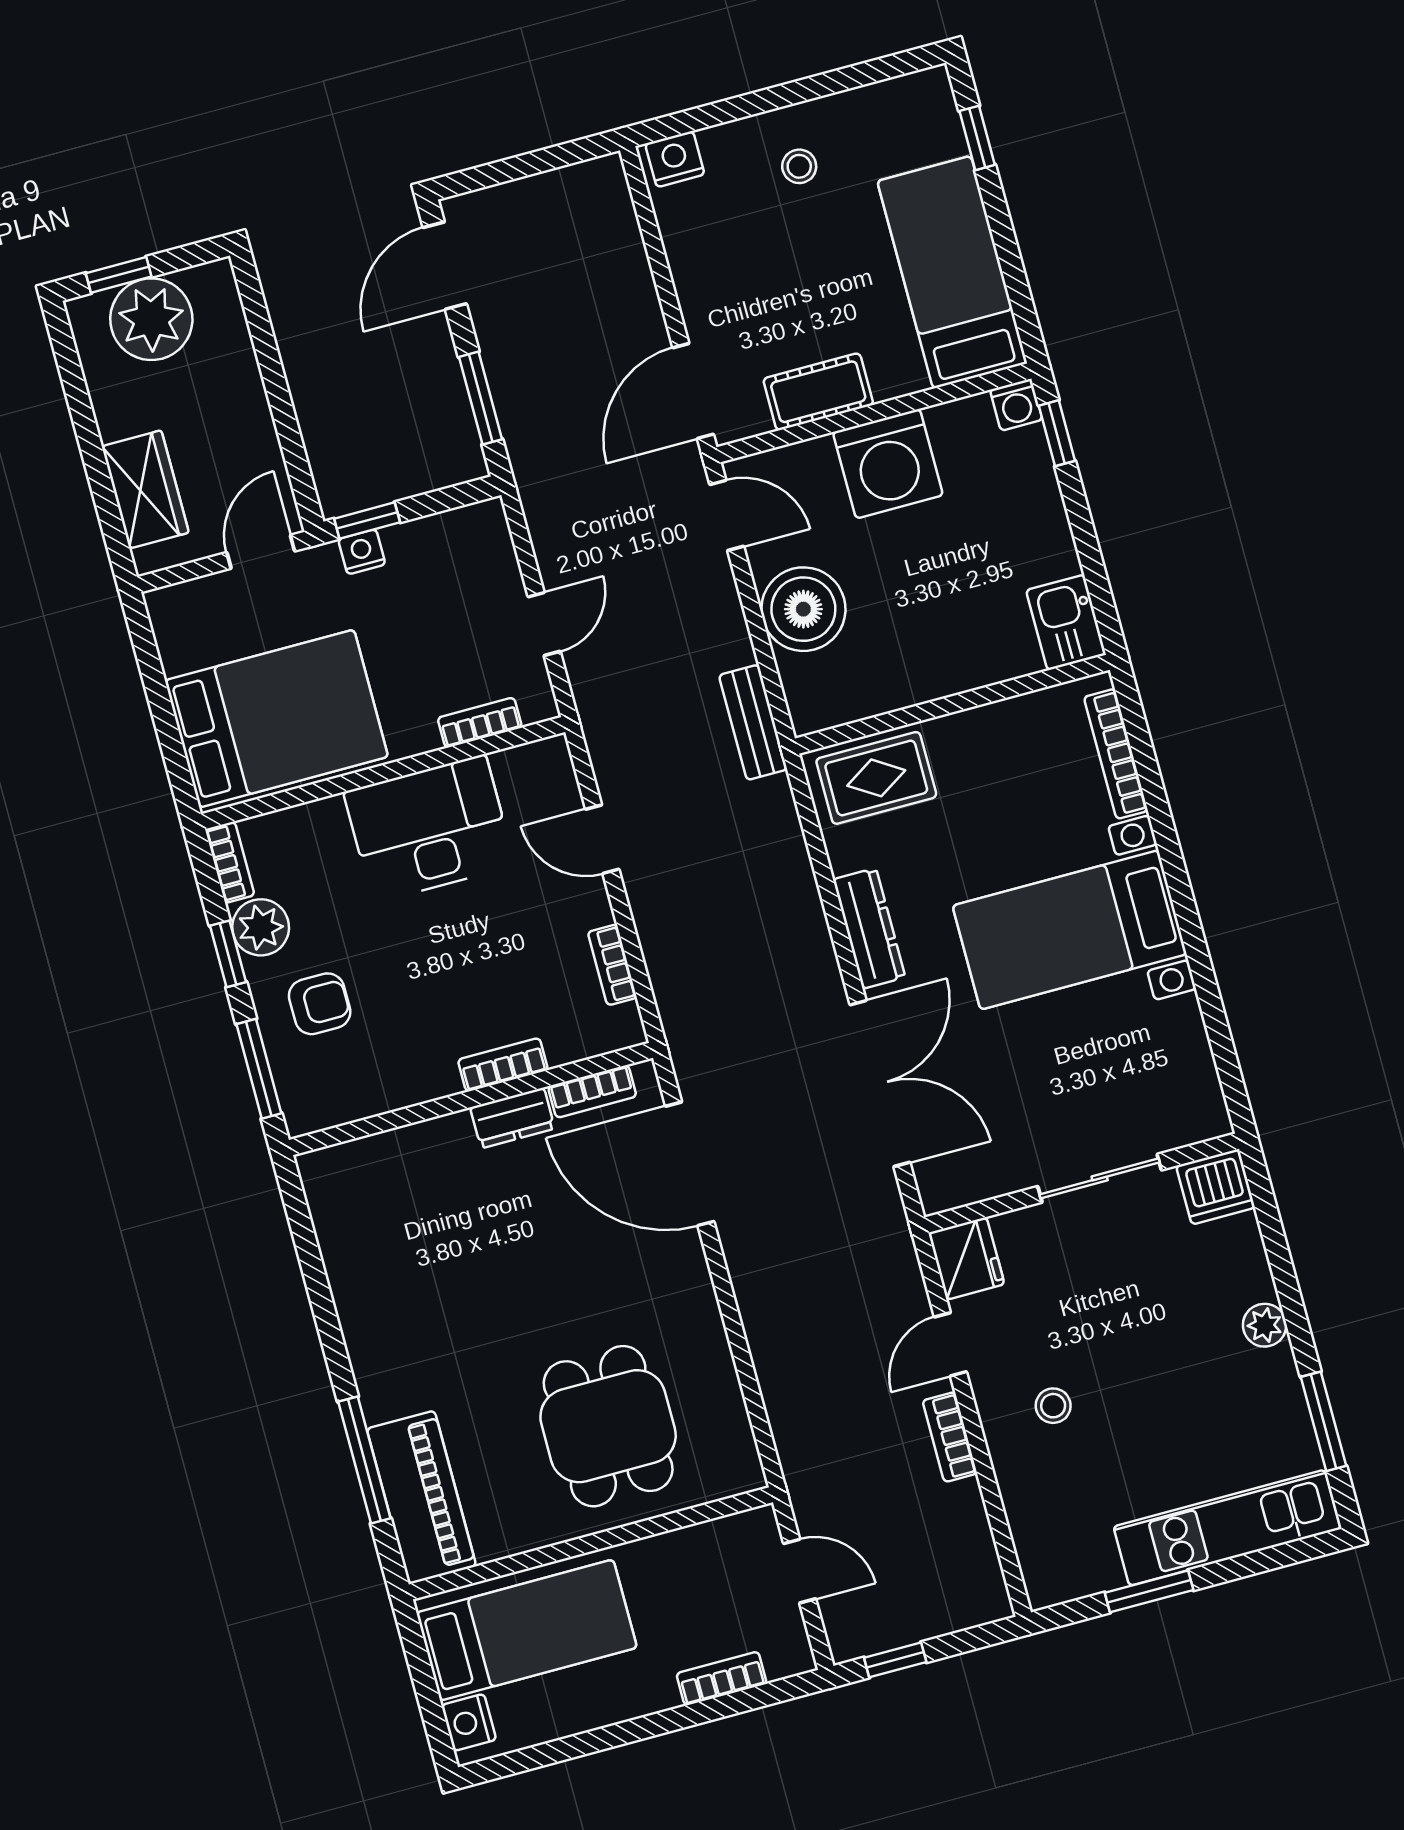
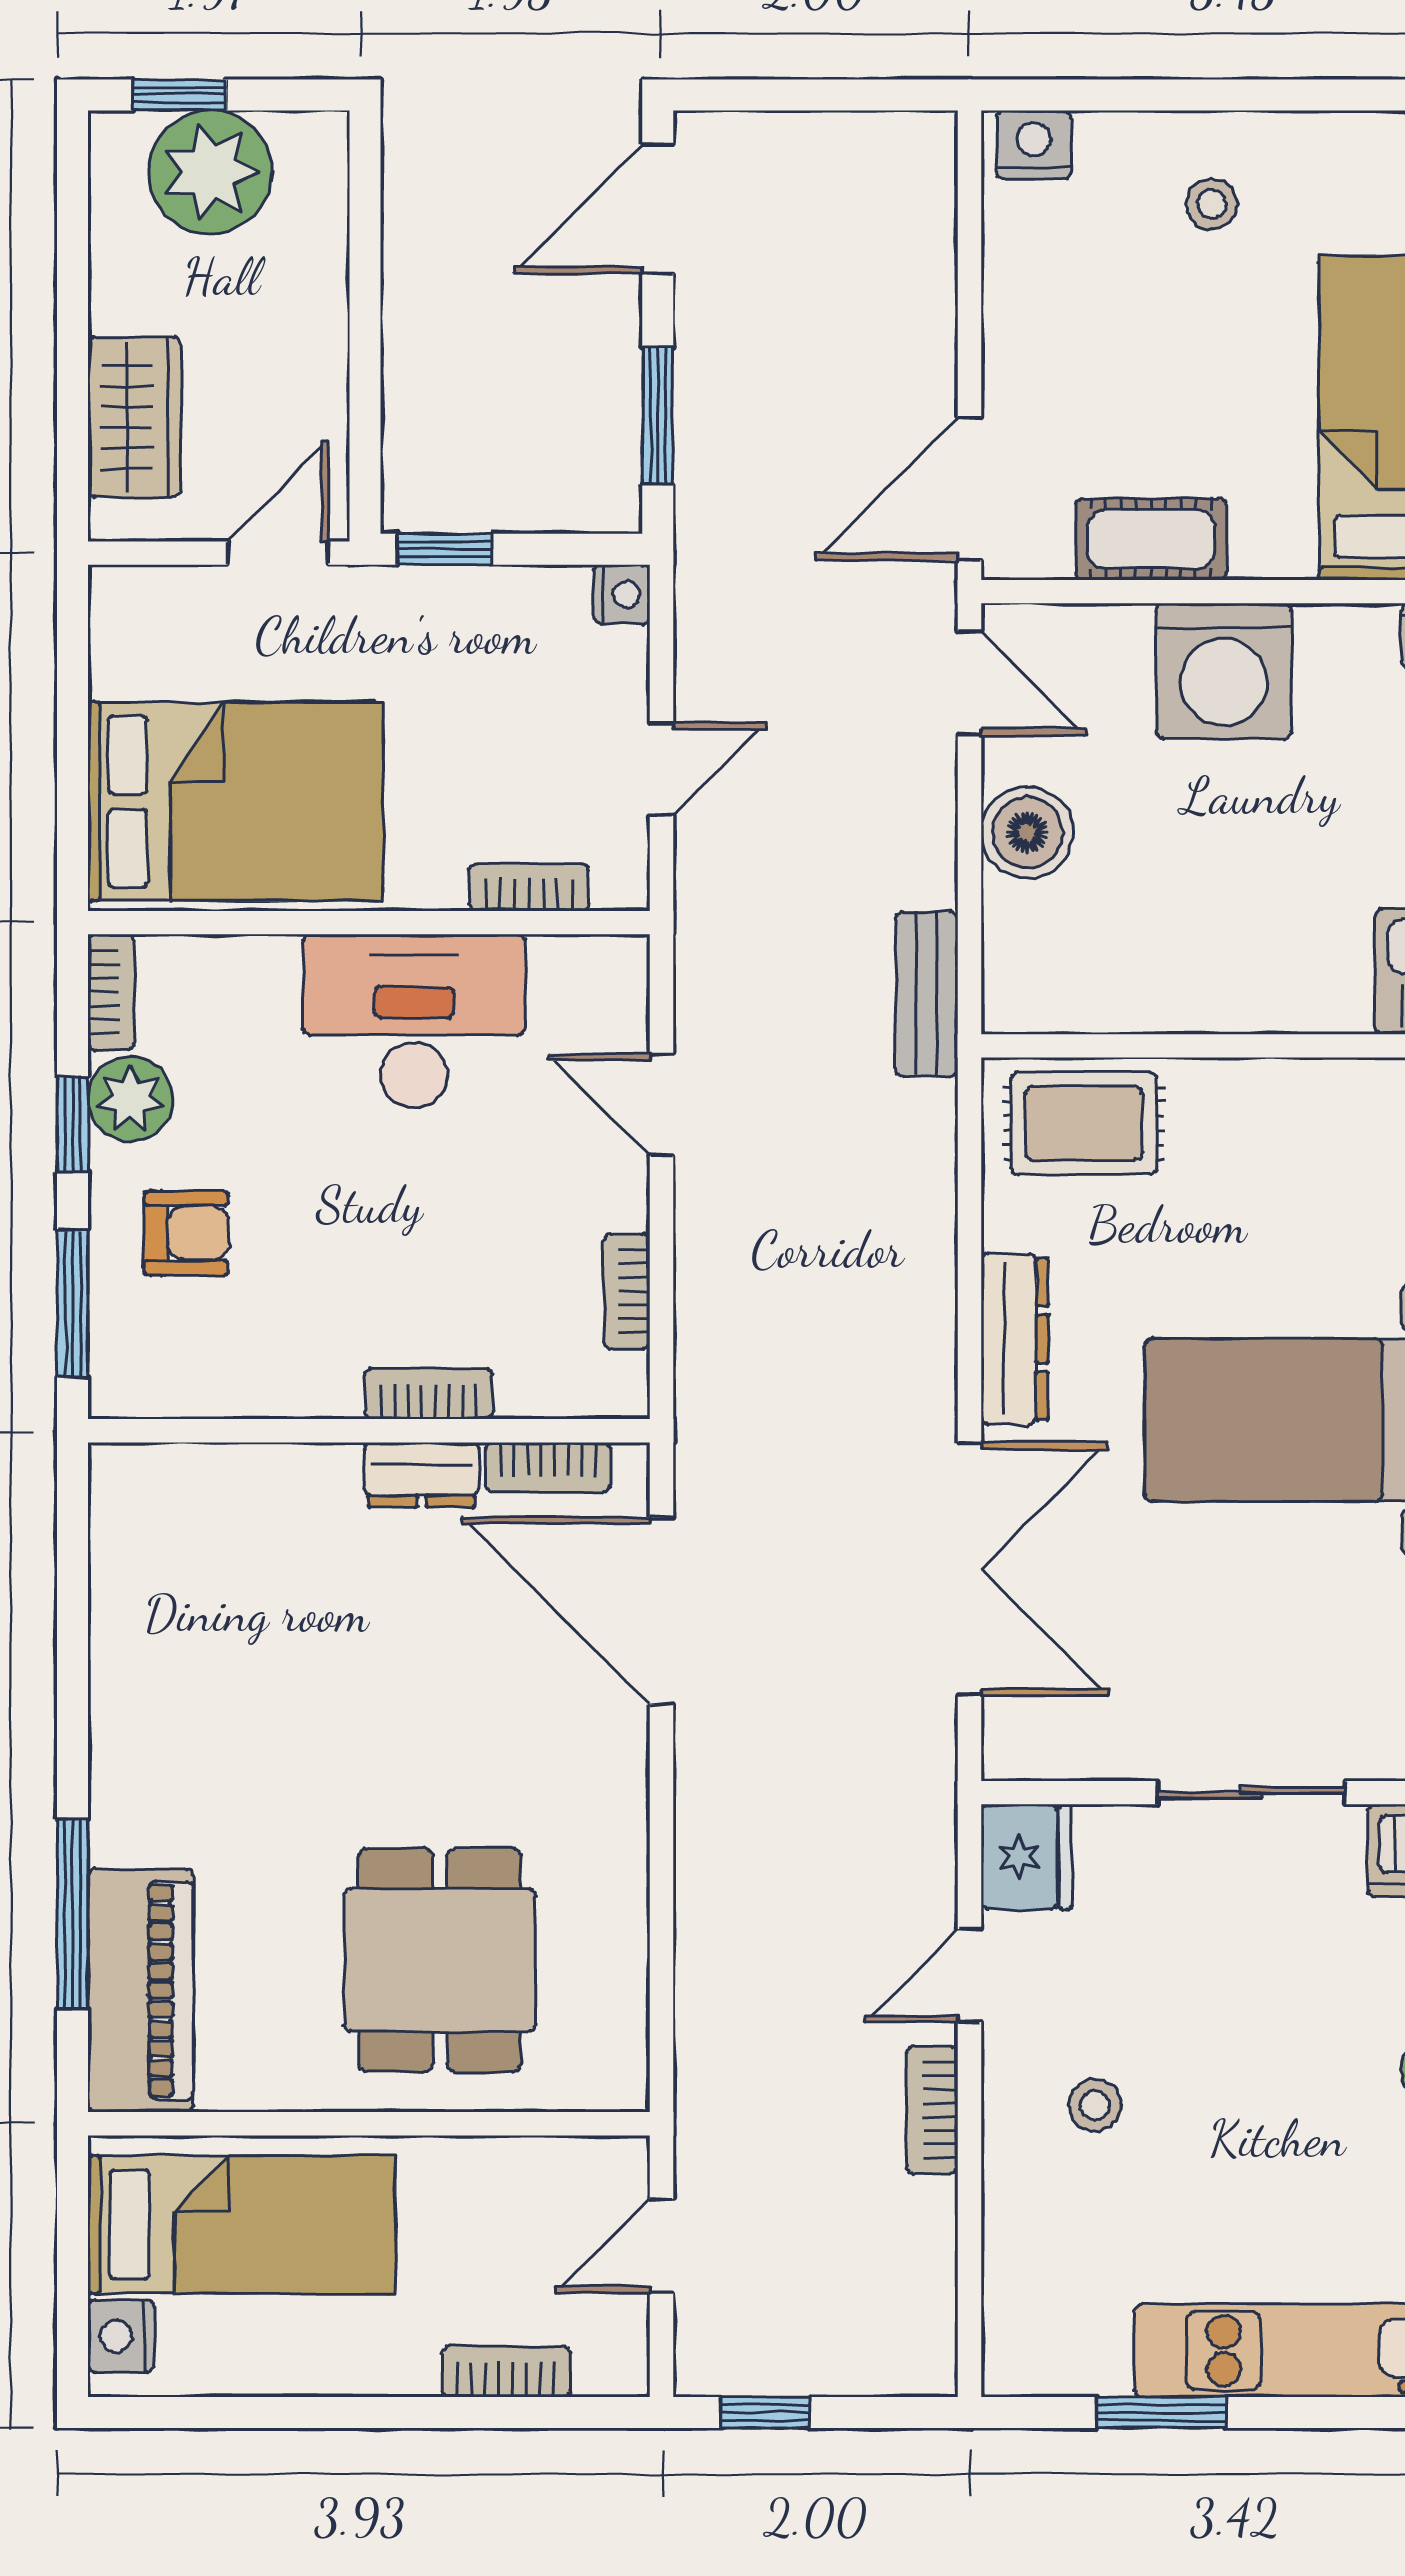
nightstand: (362, 552) -> (622, 594), moved, turned 90
boiler: (803, 609) -> (1027, 832), width x0.73, depth x0.73
door: (800, 1571) -> (662, 2246), swing flipped

